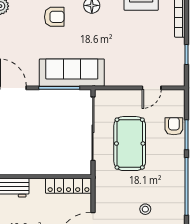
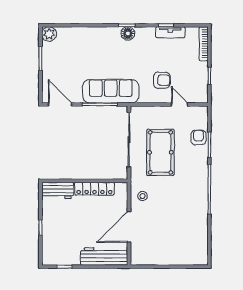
armchair: (54, 17) -> (162, 80), moved
door: (152, 88) -> (179, 104), swing flipped
locker: (69, 186) -> (94, 189), moved
stool: (145, 209) -> (143, 196), moved

